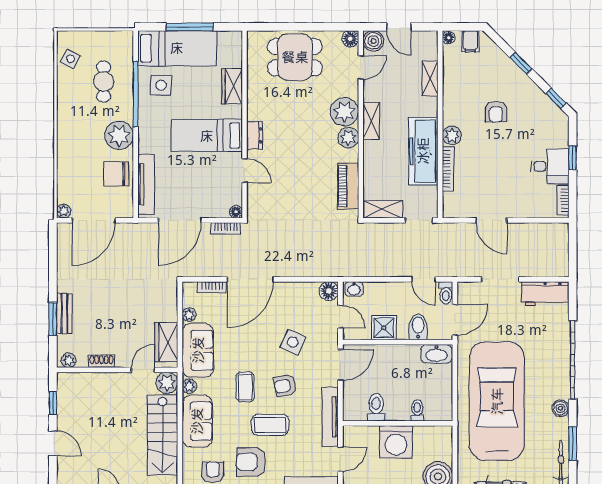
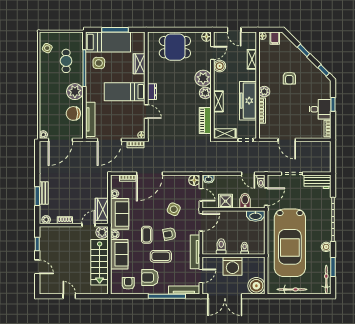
boiler: (373, 41) -> (220, 66), moved
shelving: (371, 121) -> (218, 101), moved
car: (497, 401) -> (290, 243), turned 180

